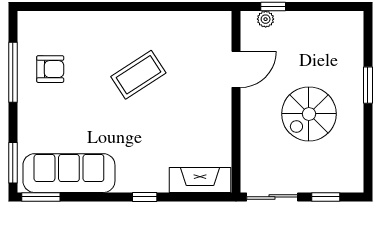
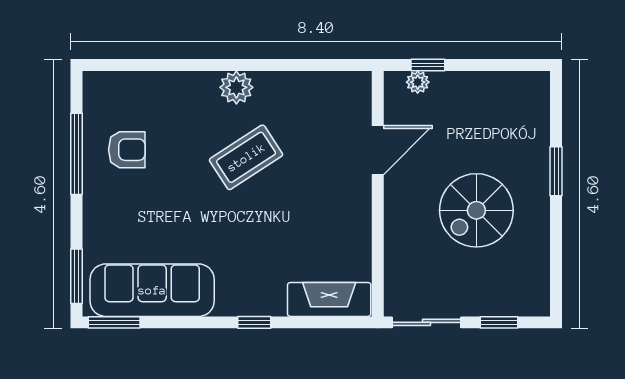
plant: (131, 23) -> (236, 87), added

